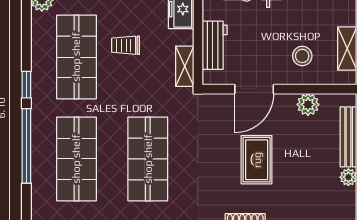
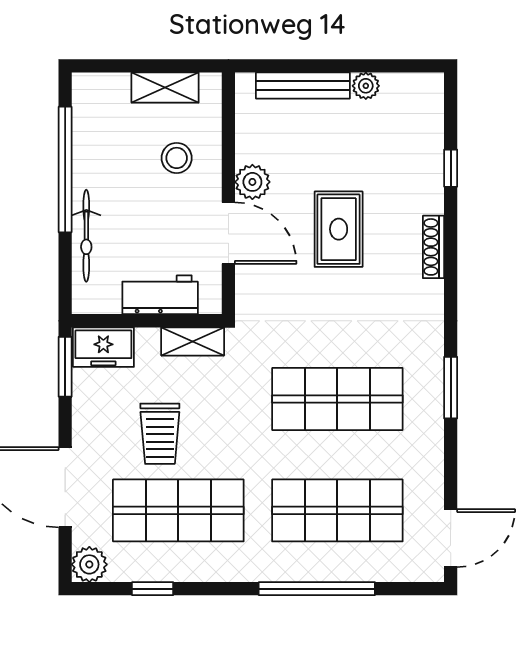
trolley: (126, 45) -> (160, 434), width x1.36, depth x1.39
window: (26, 85) -> (153, 589), moved
plant: (308, 104) -> (252, 182), moved
rug: (257, 160) -> (339, 229), turned 90

